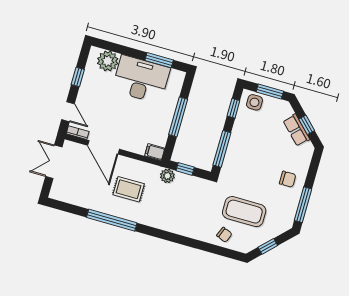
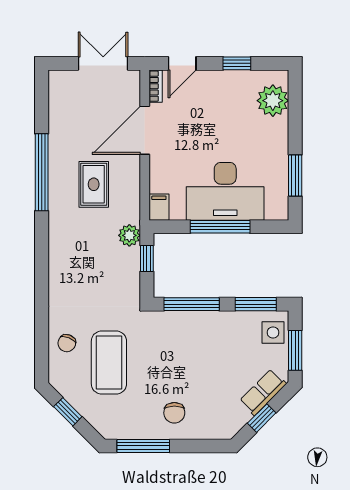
desk: (141, 79) -> (225, 191), moved, turned 90
window: (233, 108) -> (256, 304), width x1.50
row of seats: (296, 130) -> (263, 392), moved

